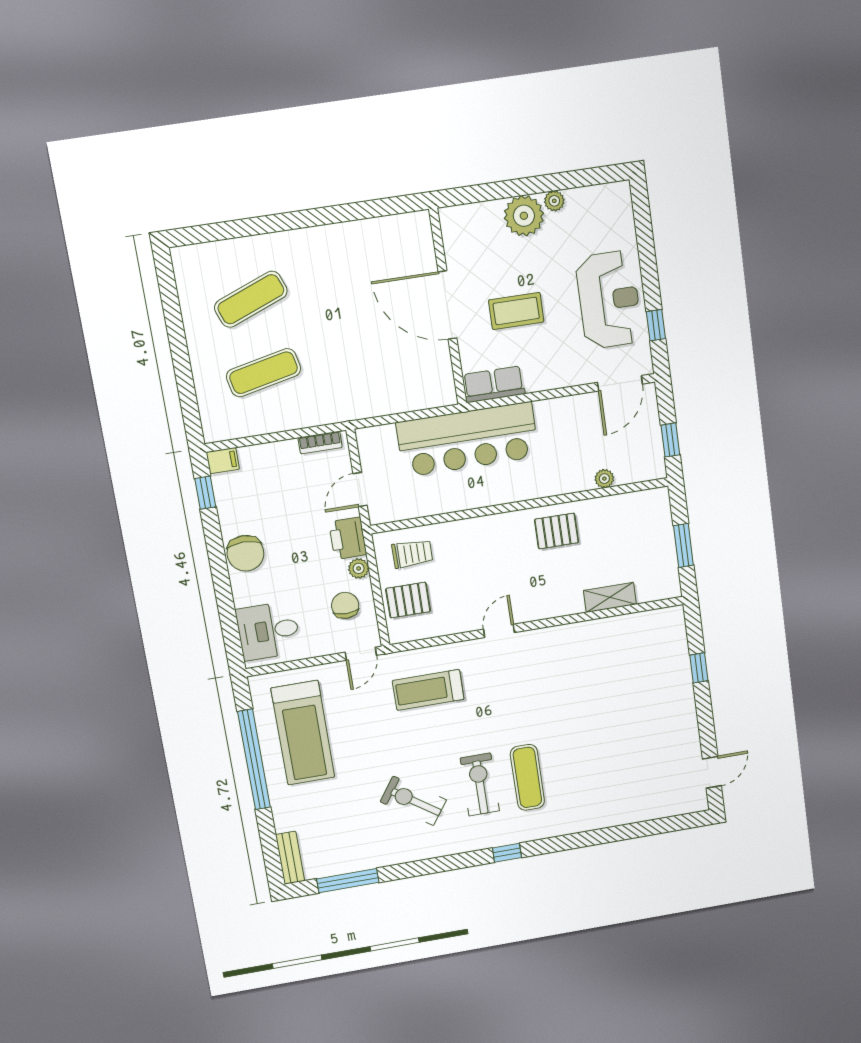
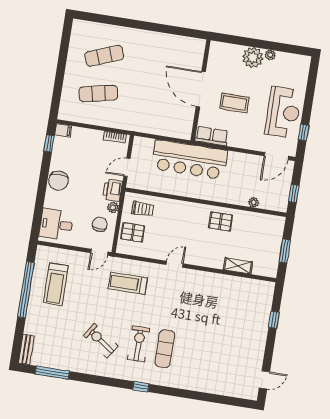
treadmill: (303, 733) -> (56, 284), width x0.73, depth x0.73

